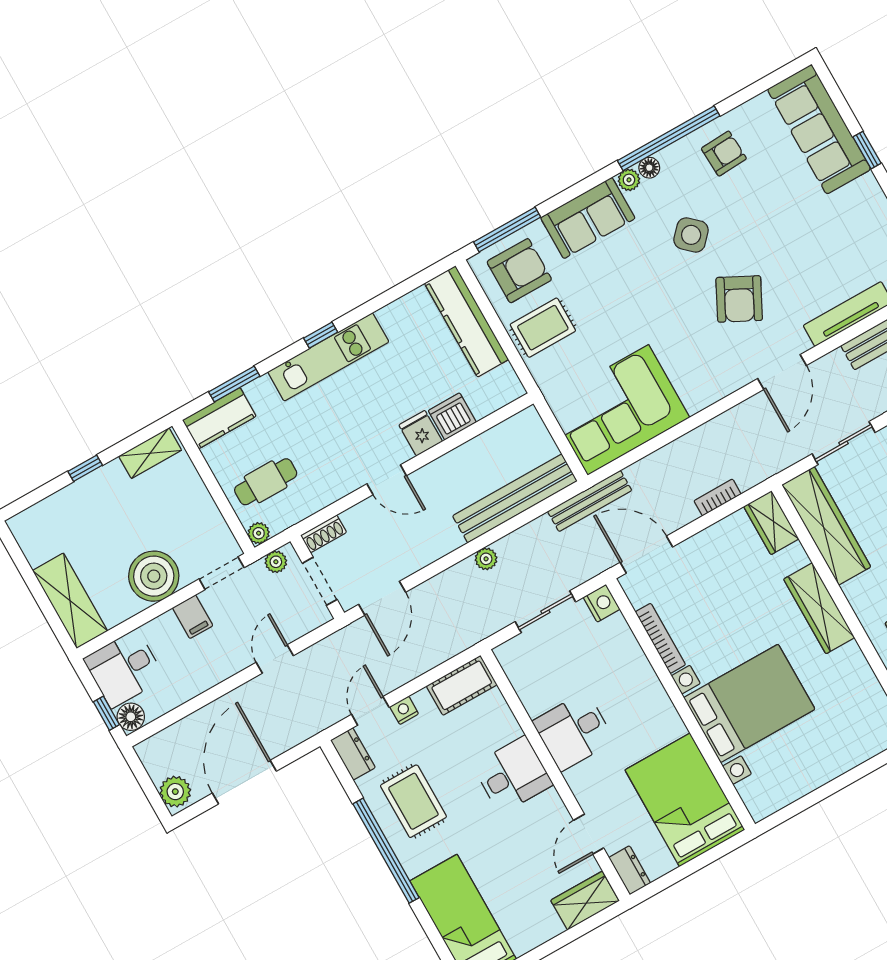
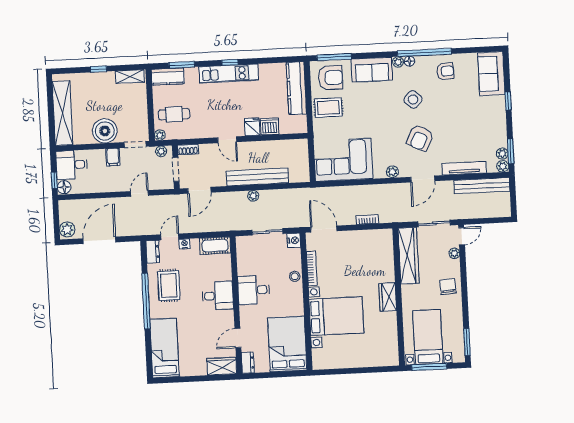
sofa: (819, 129) -> (491, 74), width x0.73
plant: (720, 387) -> (392, 172), added
bench: (515, 498) -> (257, 177), moved
bench: (590, 501) -> (311, 193), removed
wardrobe: (771, 523) -> (385, 242), removed
shelving: (70, 601) -> (62, 113), width x1.47
wardrobe: (819, 608) -> (388, 297), width x0.67
stool: (636, 669) -> (295, 276), added

